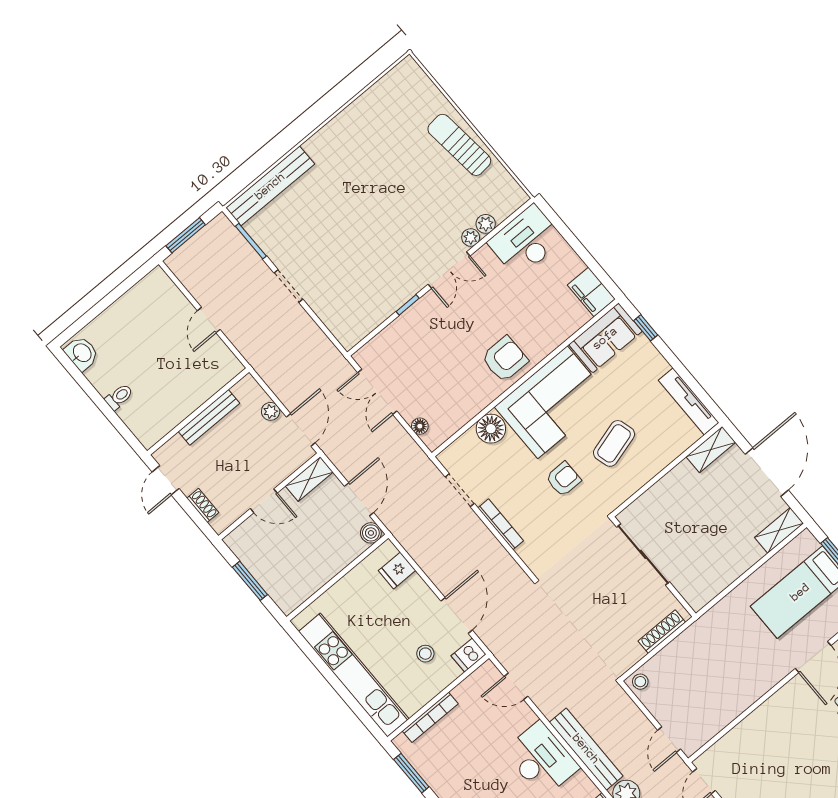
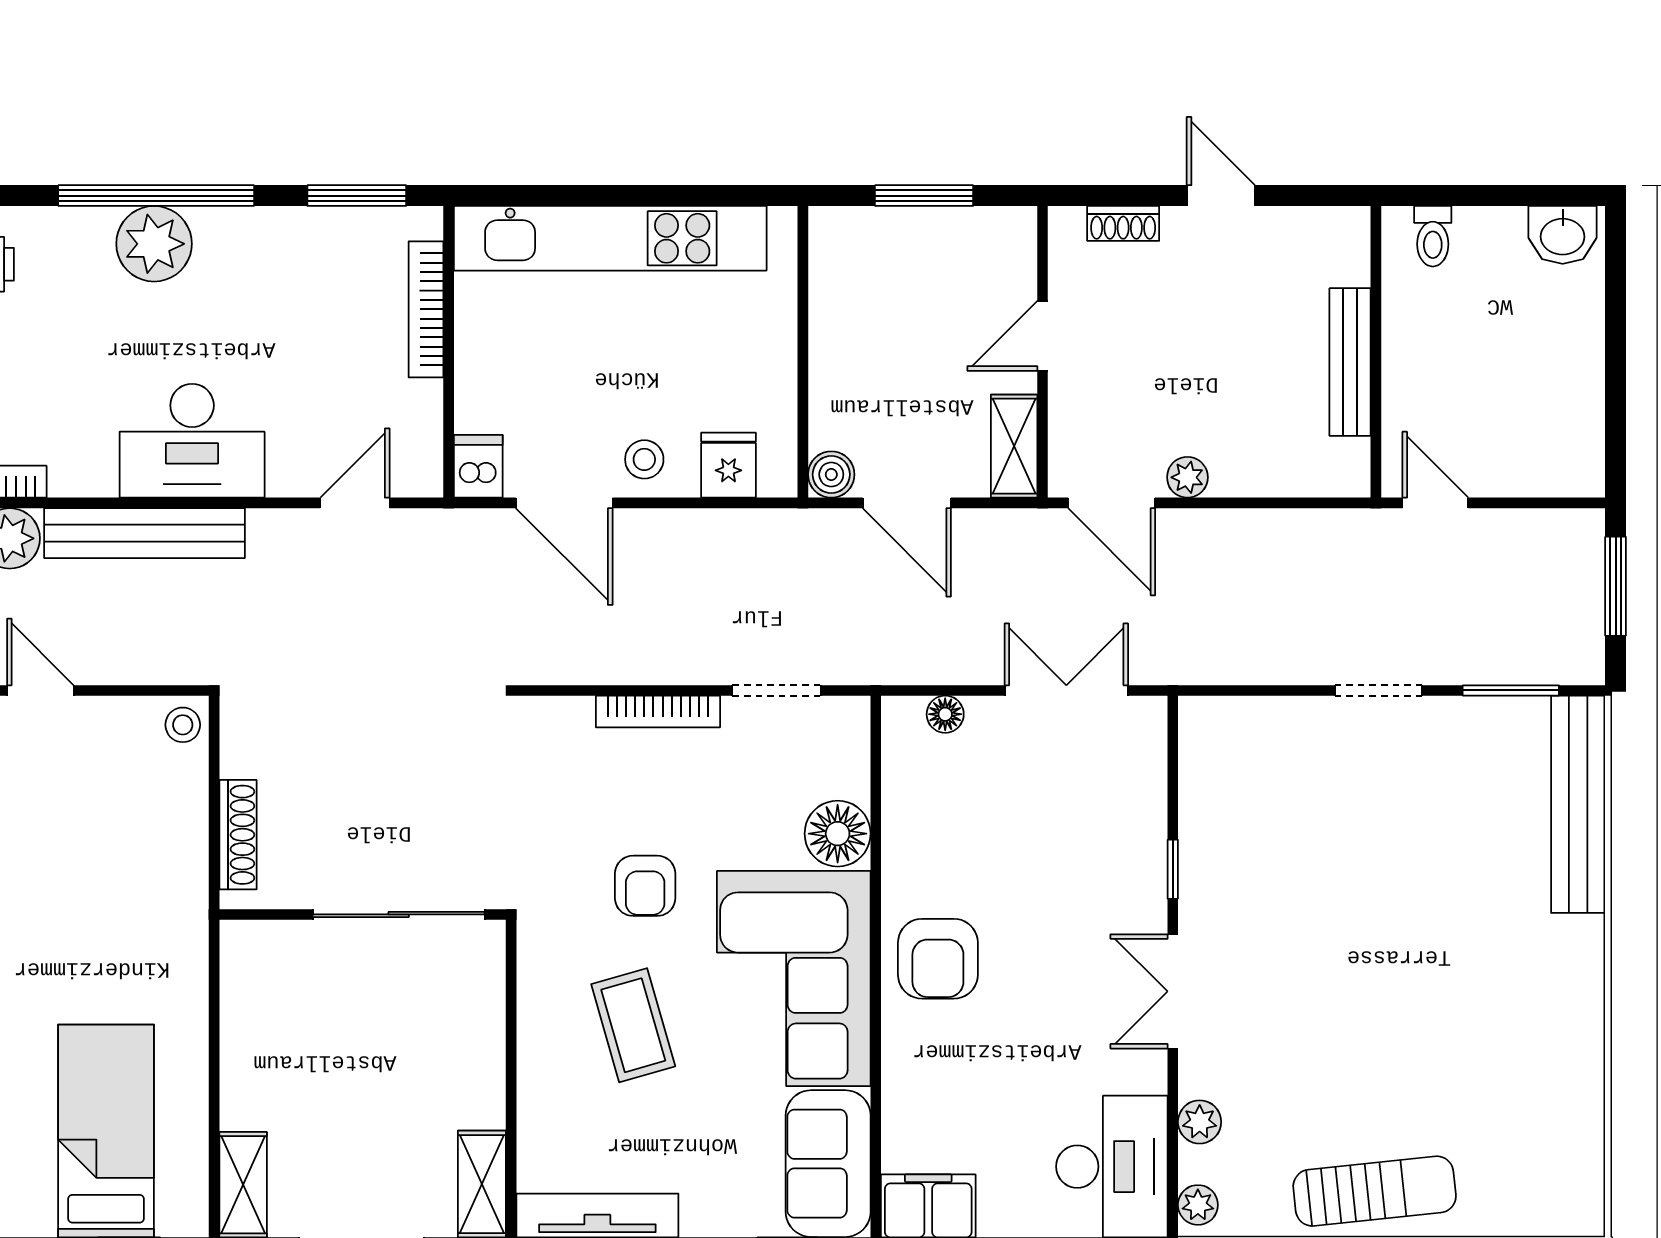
plant: (471, 237) -> (1198, 1205), moved
wall: (198, 411) -> (1376, 352), moved
bench: (209, 417) -> (1350, 362), moved
stool: (425, 654) -> (644, 459), moved

